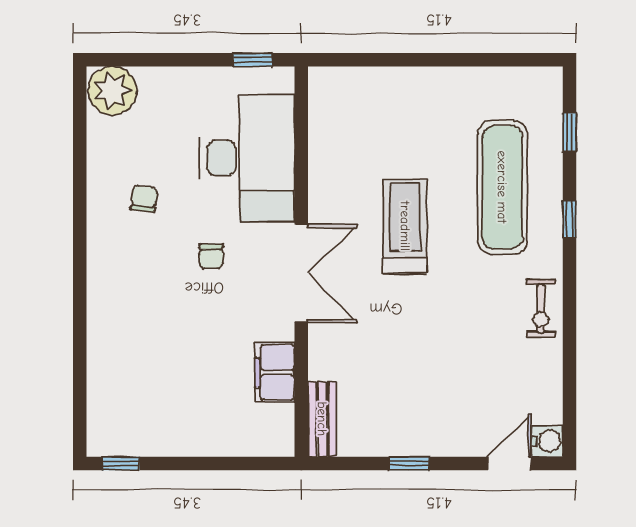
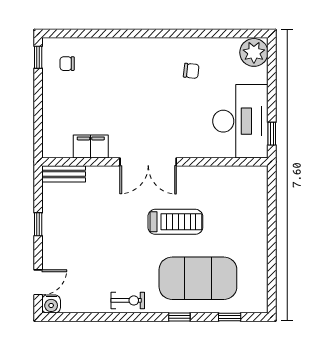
desk: (247, 158) -> (240, 121), moved, turned -90
exercise mat: (502, 187) -> (198, 278), width x1.47
chair: (211, 256) -> (67, 64), moved
exercise bike: (541, 308) -> (128, 300), turned 180
door: (509, 463) -> (38, 282), hinge flipped

